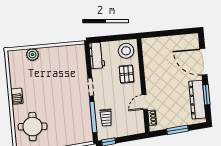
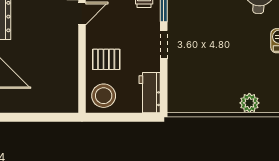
pallet: (127, 74) -> (106, 59), turned 90

